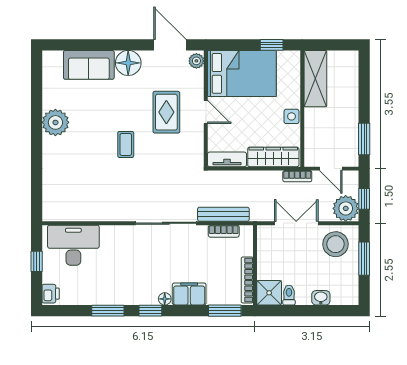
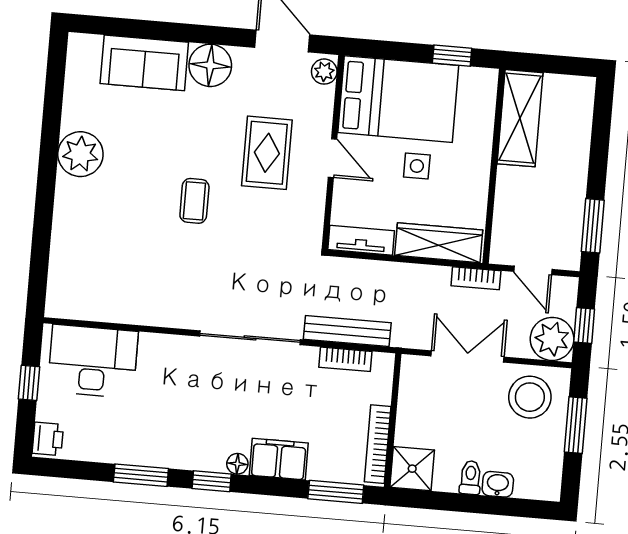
side table: (292, 116) -> (417, 166), moved
toilet: (289, 295) -> (470, 478), moved

